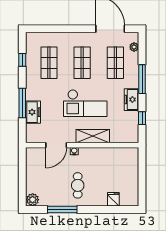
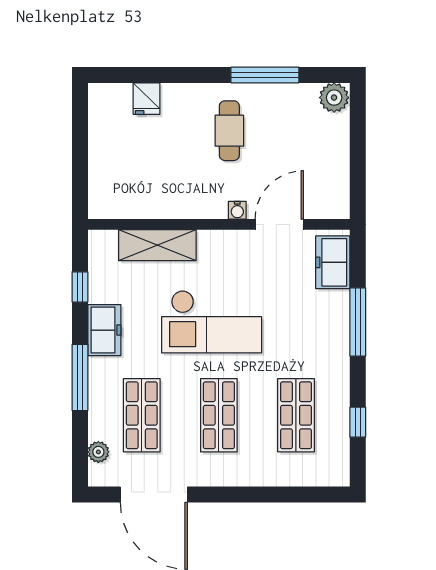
checkout: (85, 103) -> (212, 322), turned 180
freezer: (33, 112) -> (333, 262), moved
shelving: (93, 136) -> (157, 245), moved

